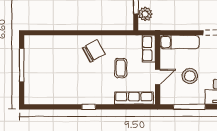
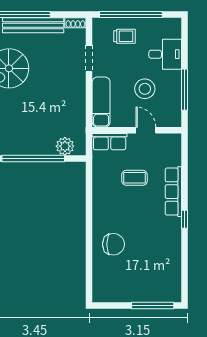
chair: (94, 51) -> (114, 244), moved, turned 119
window: (22, 65) -> (153, 305), moved
row of seats: (134, 98) -> (173, 192), moved

